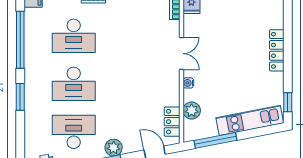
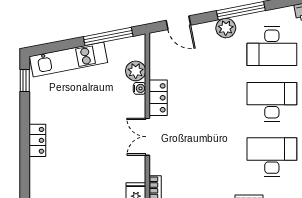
locker: (277, 50) -> (37, 140), width x0.66
water cooler: (188, 83) -> (139, 88), moved
locker: (172, 122) -> (158, 98), moved

